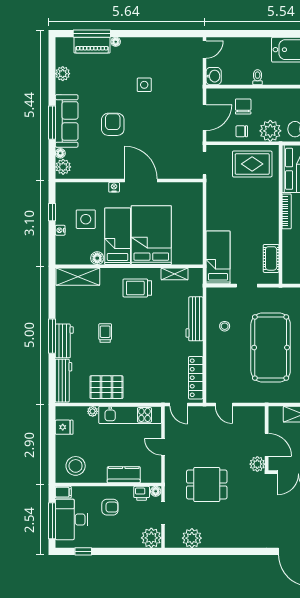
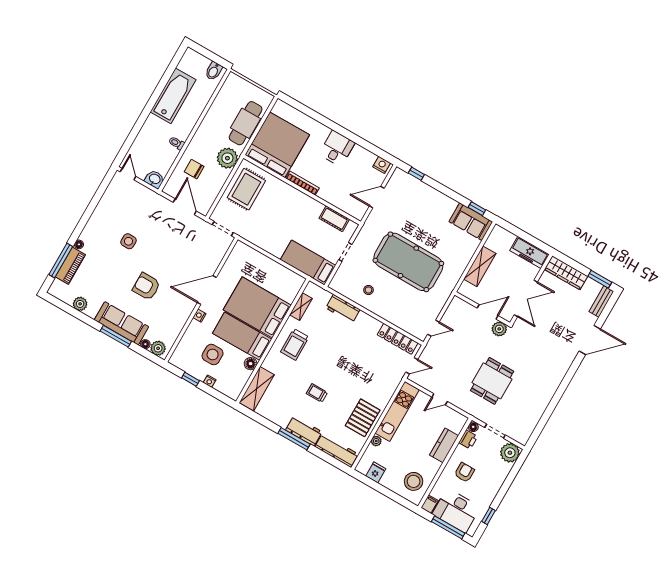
chair: (242, 131) -> (214, 182), removed
workbench: (194, 319) -> (343, 309), width x0.73
plant: (192, 538) -> (530, 419), removed

